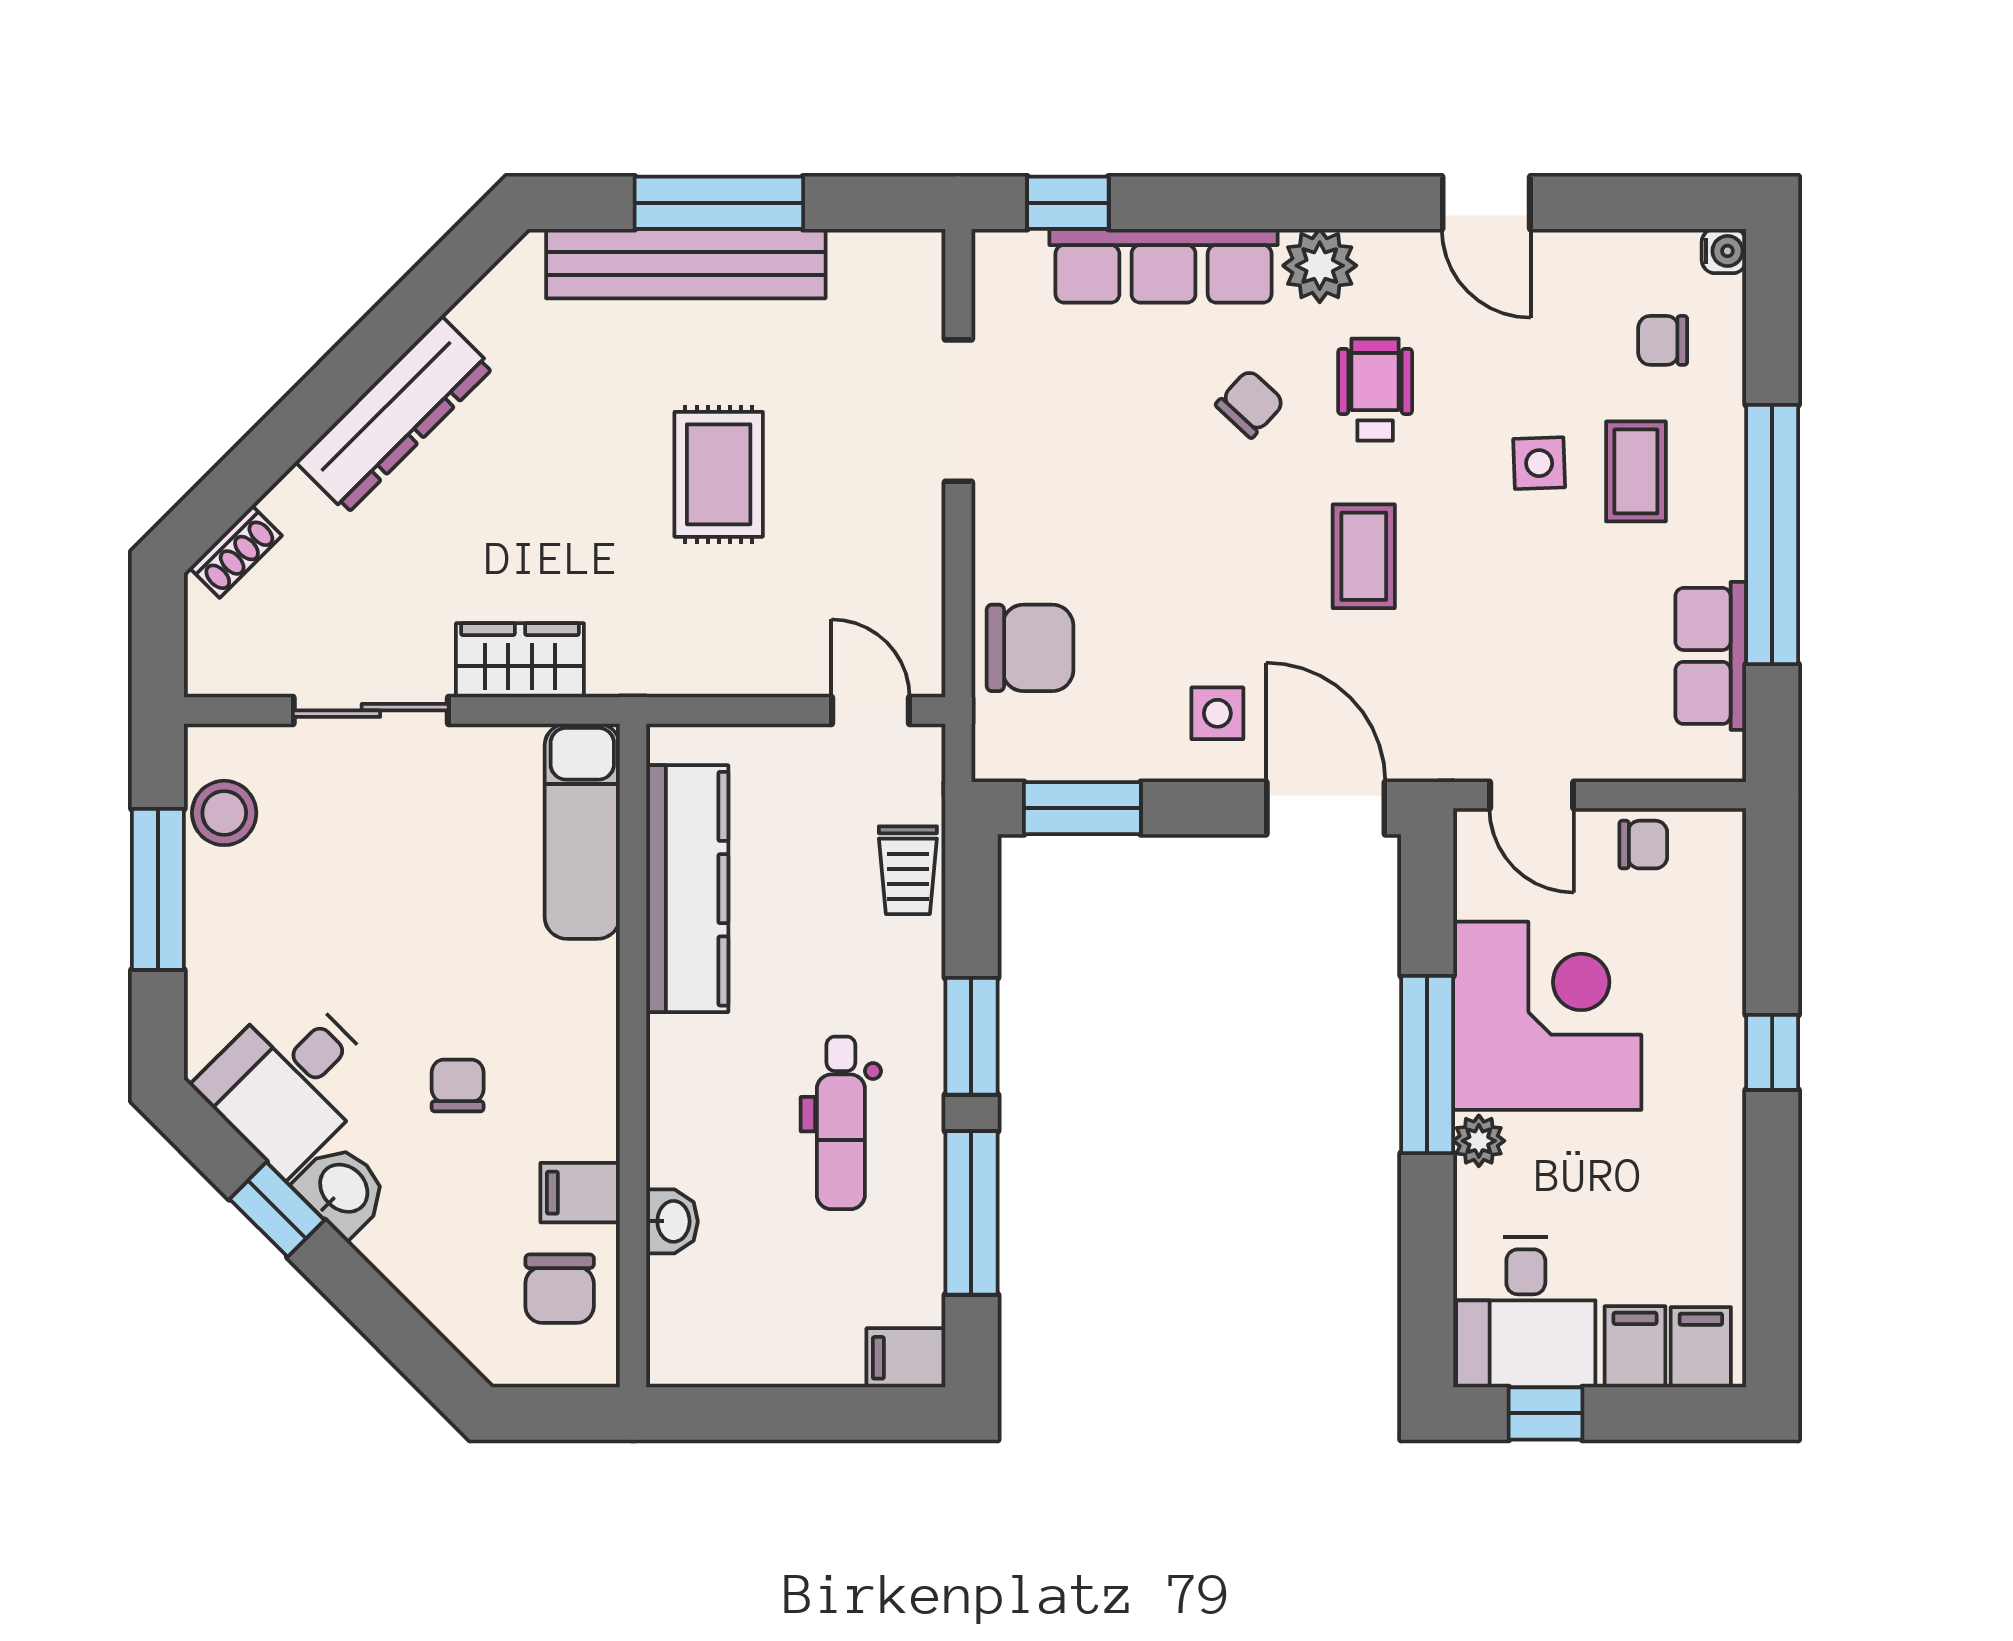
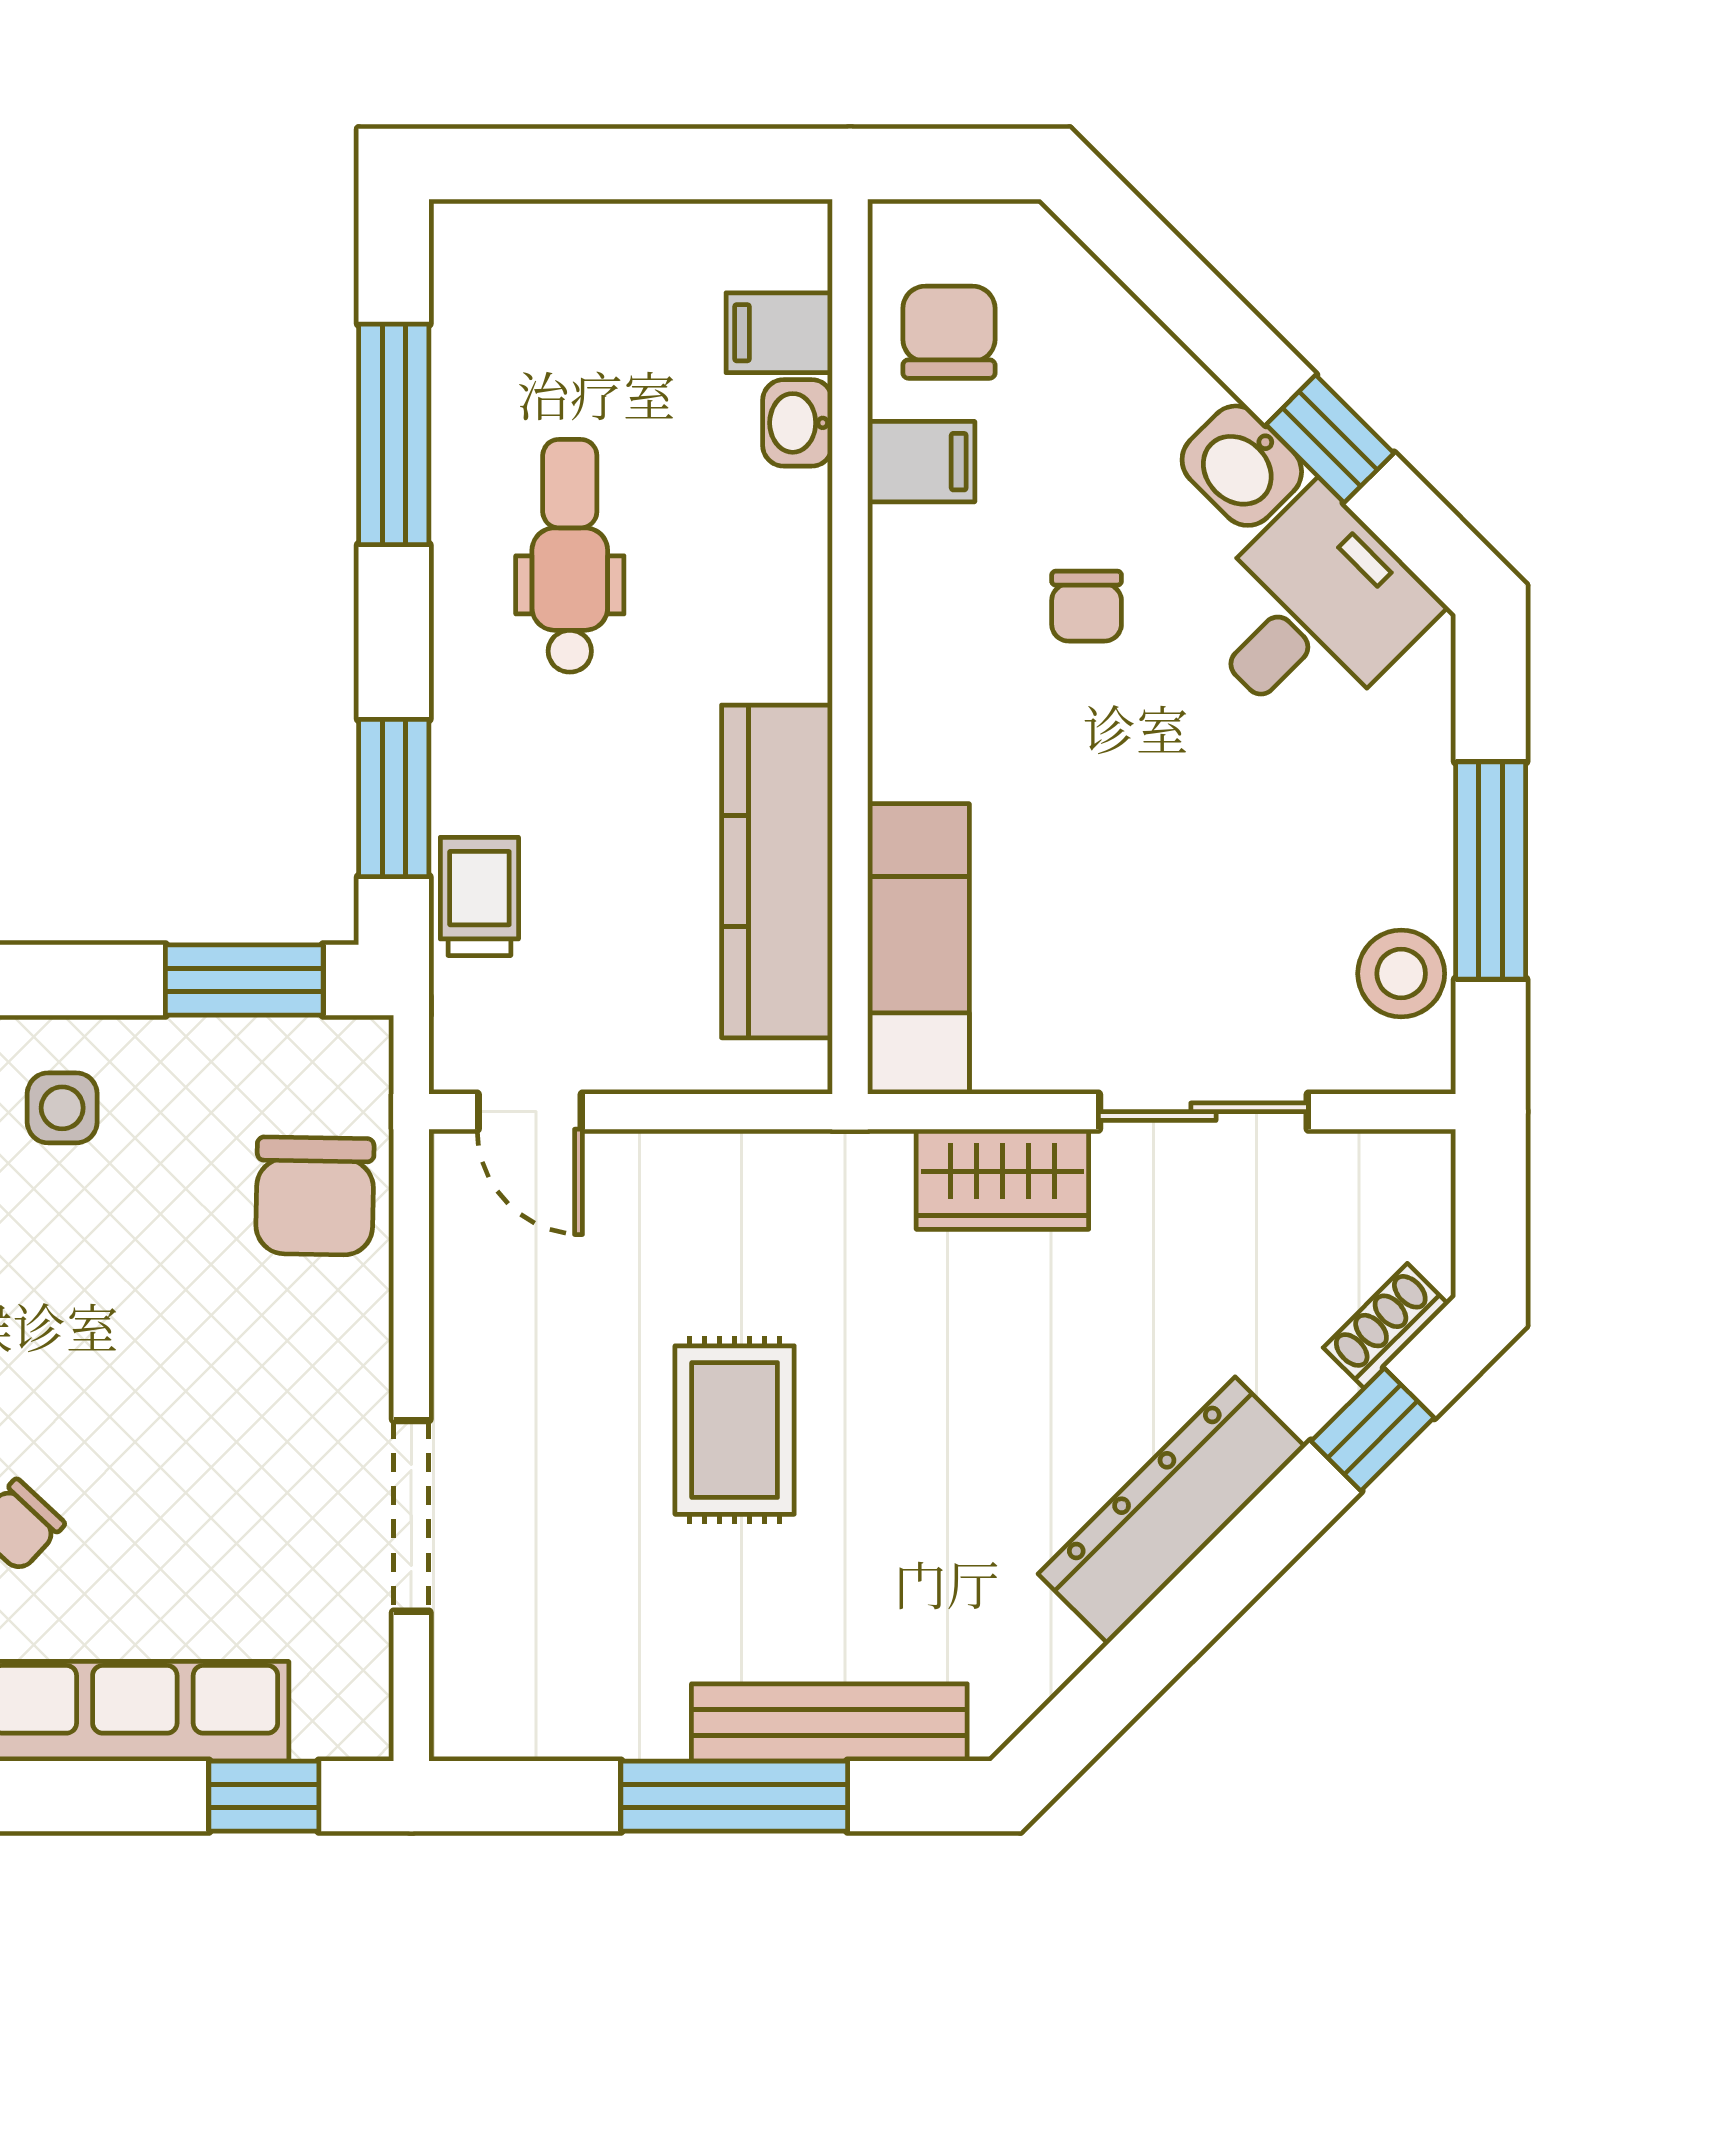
bench: (686, 264) -> (829, 1722), width x0.73, depth x0.82
window: (245, 475) -> (1373, 1429), added
chair: (1030, 648) -> (315, 1196), turned -89
window: (971, 1036) -> (394, 798), moved
filing cabinet: (906, 1358) -> (779, 333), moved, turned 180

